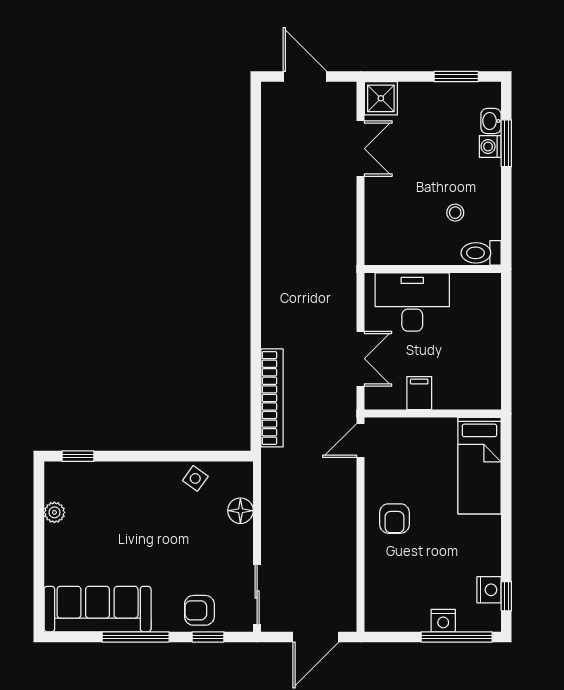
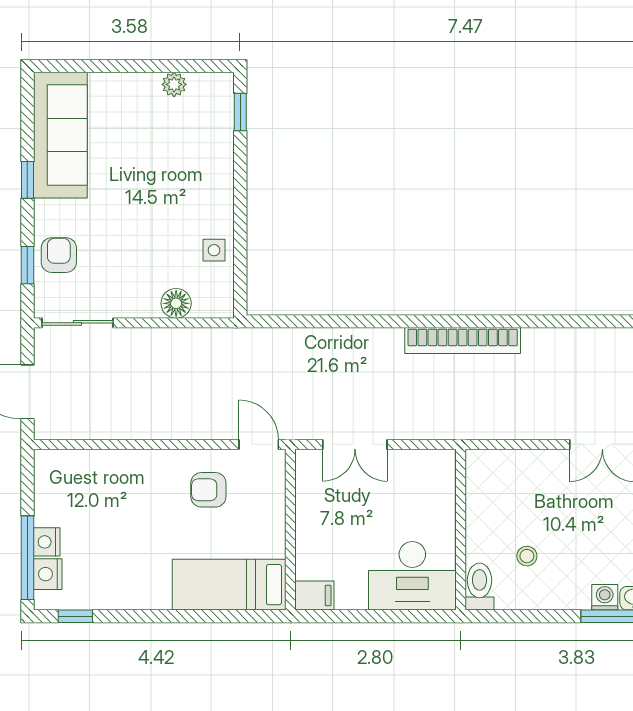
desk: (412, 302) -> (412, 576), moved, turned 90
filing cabinet: (419, 393) -> (314, 596), moved
bookcase: (272, 398) -> (463, 341), moved
side table: (195, 478) -> (214, 250), turned -36
armchair: (394, 519) -> (208, 490), moved
nightstand: (489, 590) -> (48, 574), moved, turned 90
window: (136, 637) -> (27, 180), width x0.46

